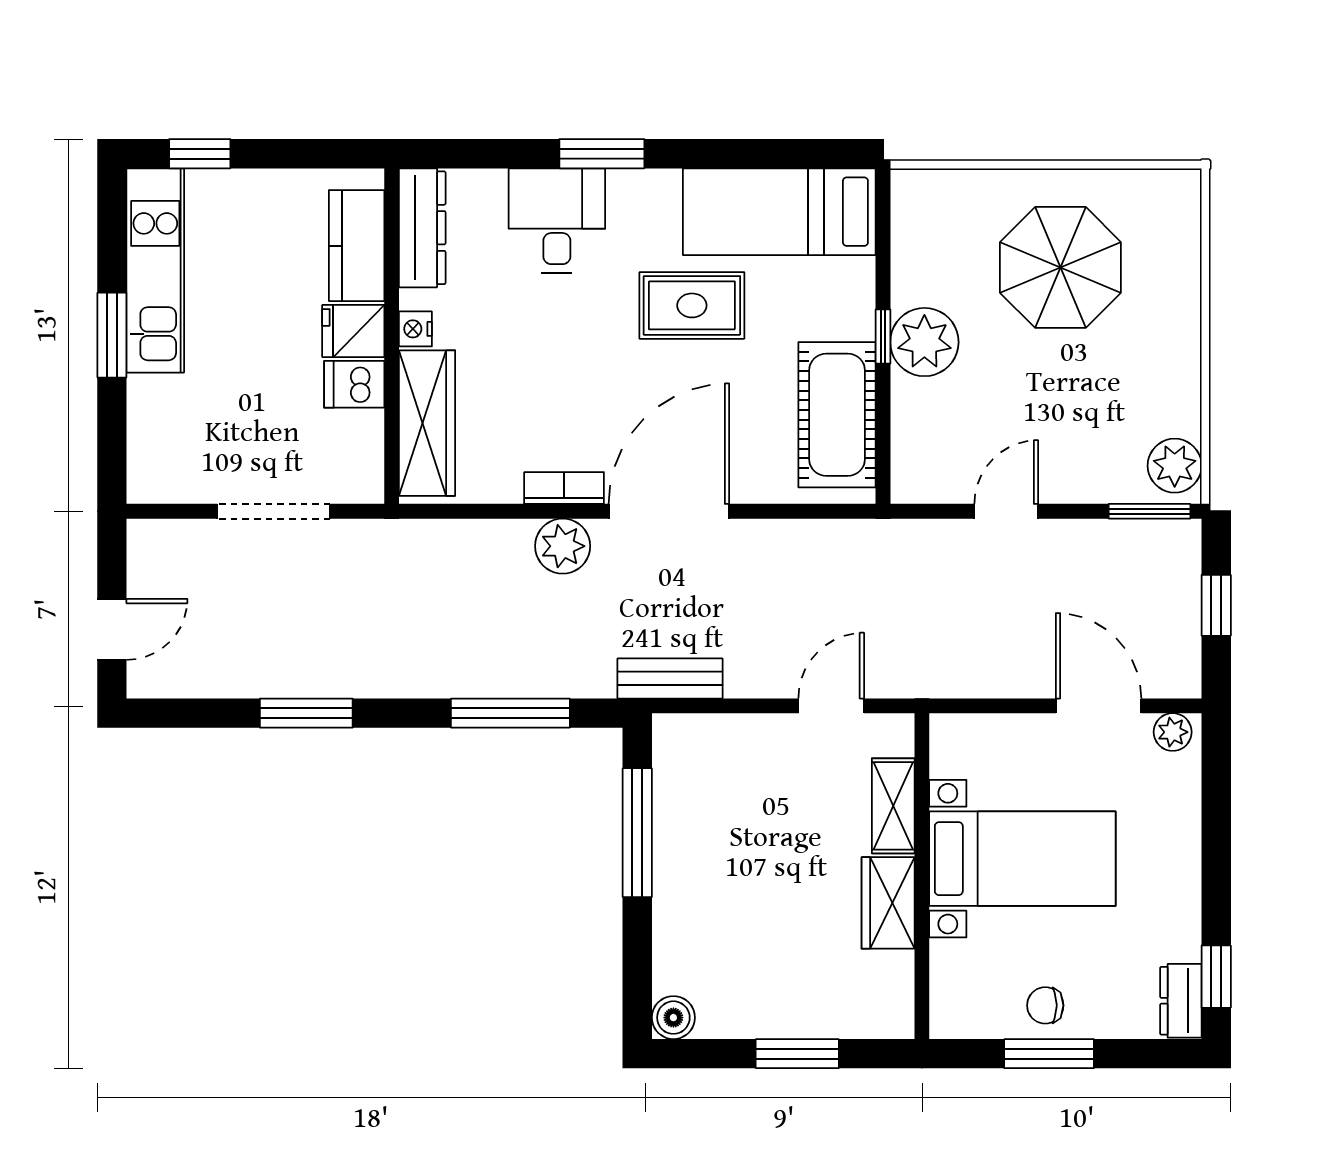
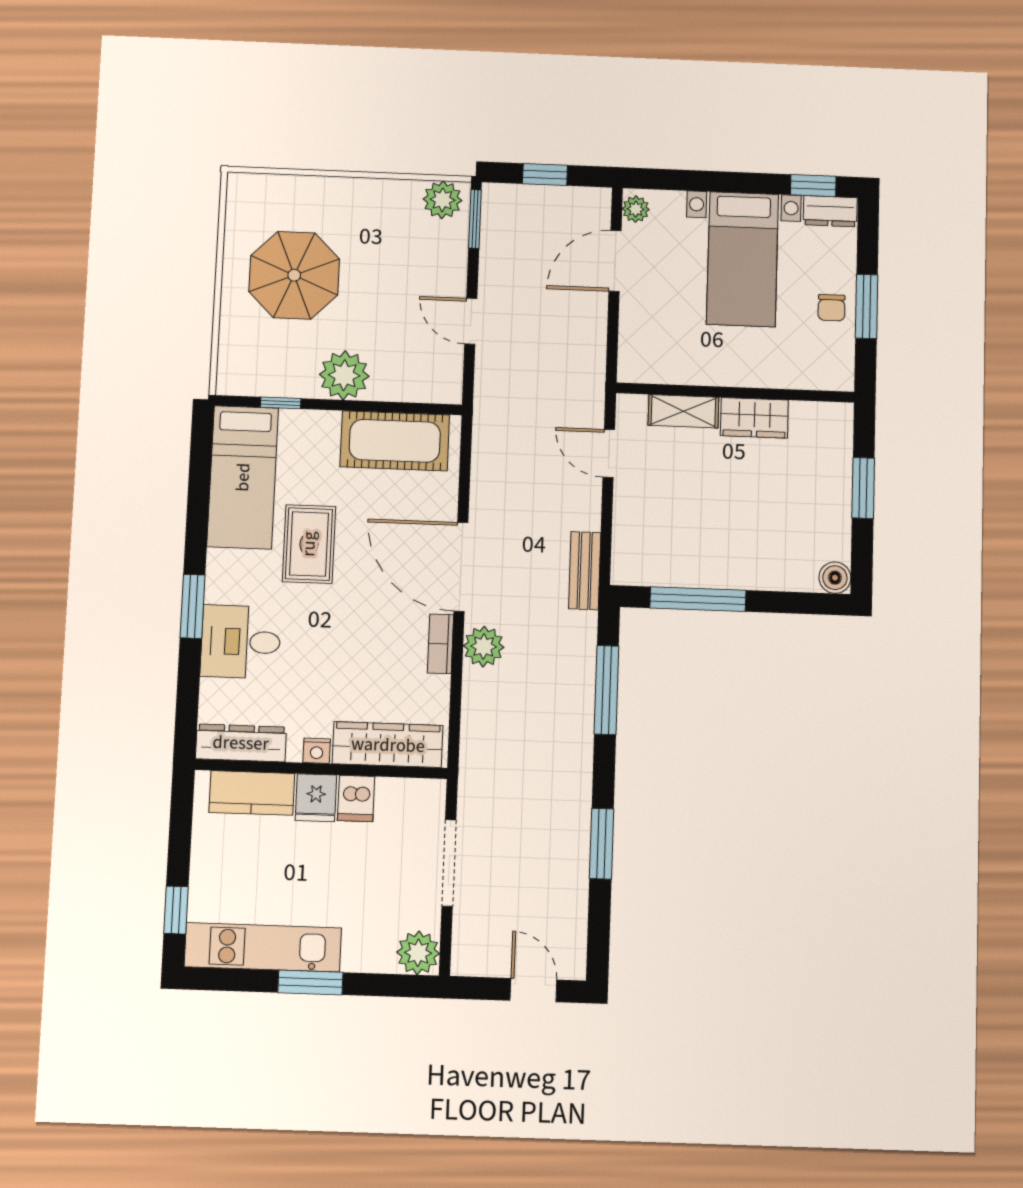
window: (883, 337) -> (281, 403), moved
plant: (155, 475) -> (418, 953), added
bed with nightstands: (1022, 859) -> (742, 259), moved, turned 180

